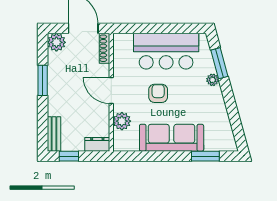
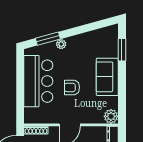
plant: (122, 121) -> (111, 116), moved
sofa: (172, 138) -> (107, 77), width x0.73

